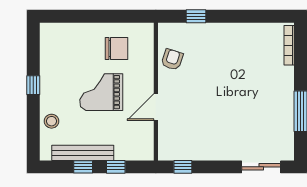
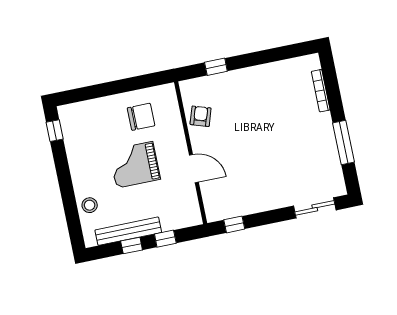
bookcase: (289, 45) -> (321, 91), moved
window: (33, 85) -> (55, 131), moved
door: (156, 107) -> (194, 169), swing flipped

